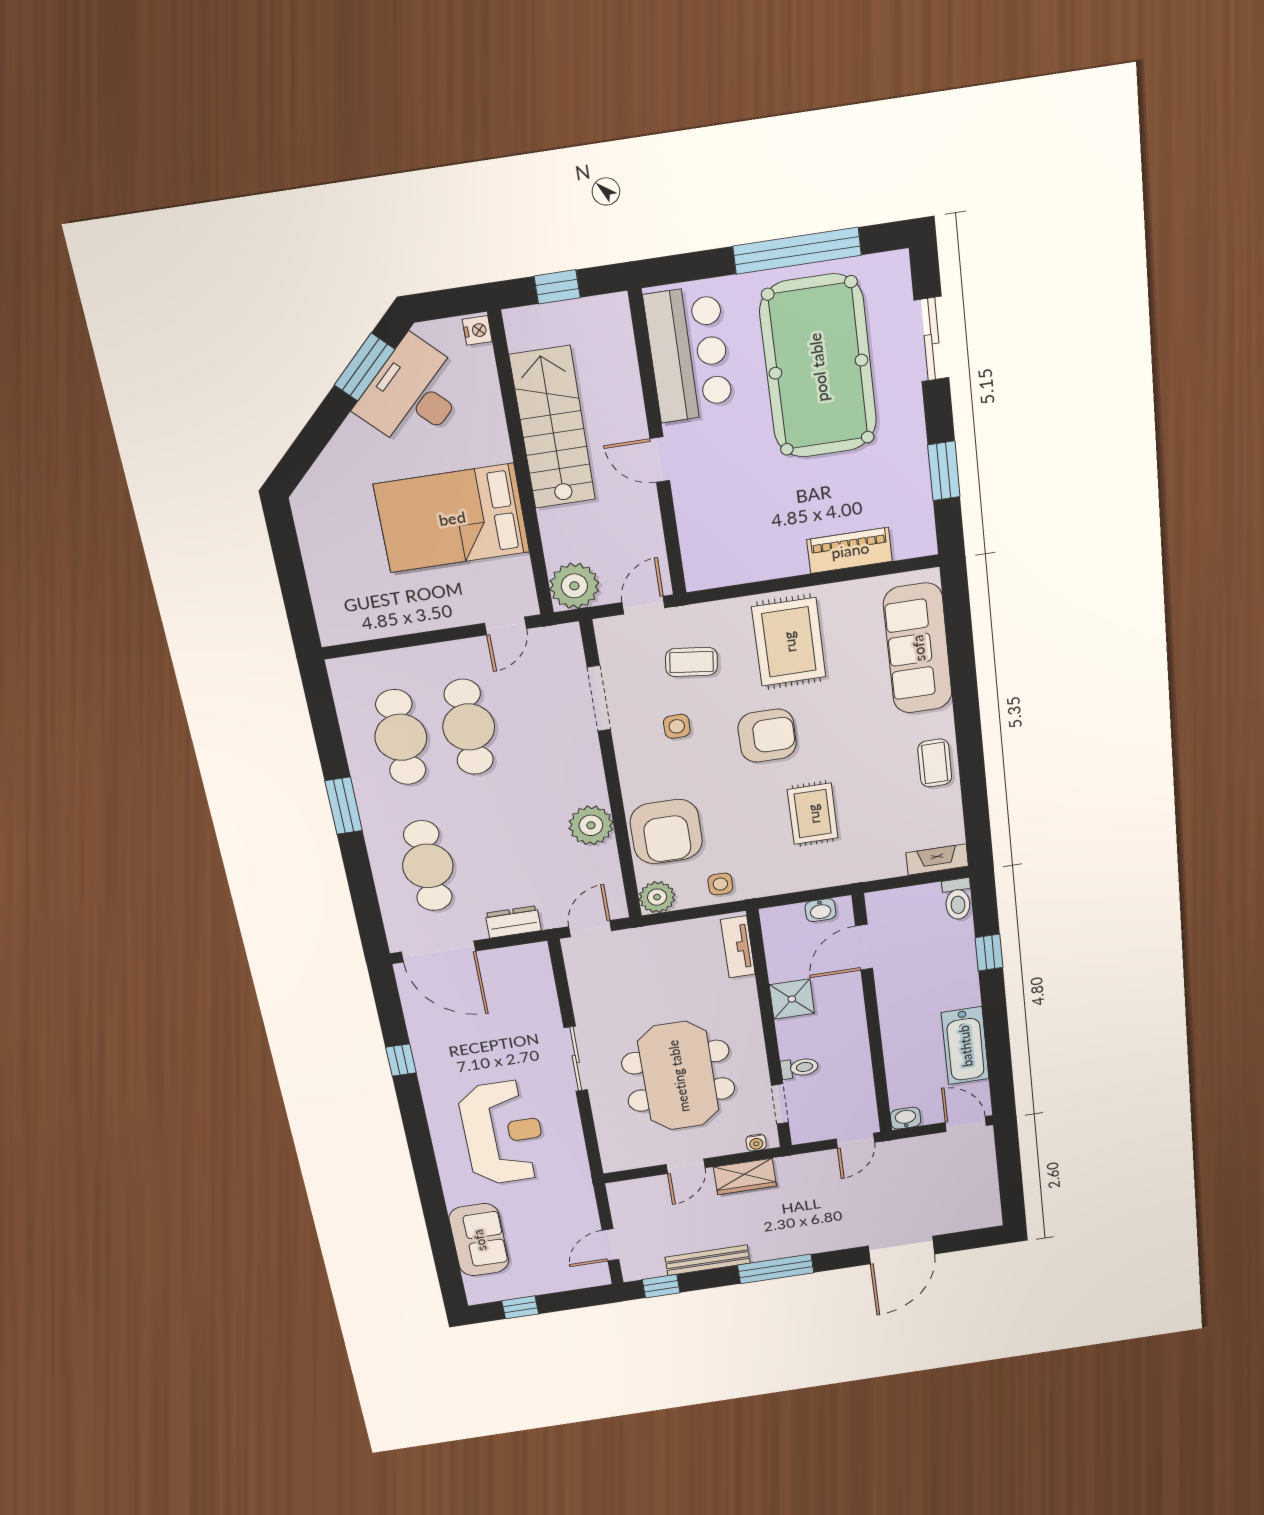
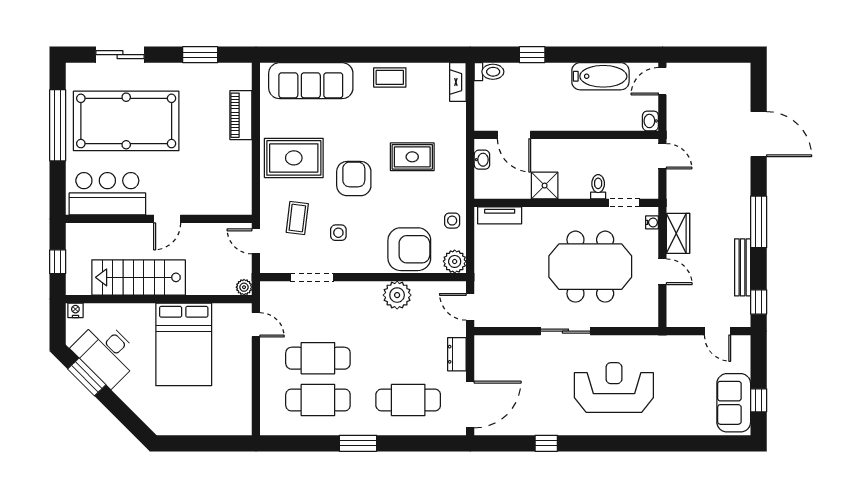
plant: (574, 586) -> (244, 287), width x0.53, depth x0.53
sofa: (479, 1240) -> (734, 403), moved, turned -90

